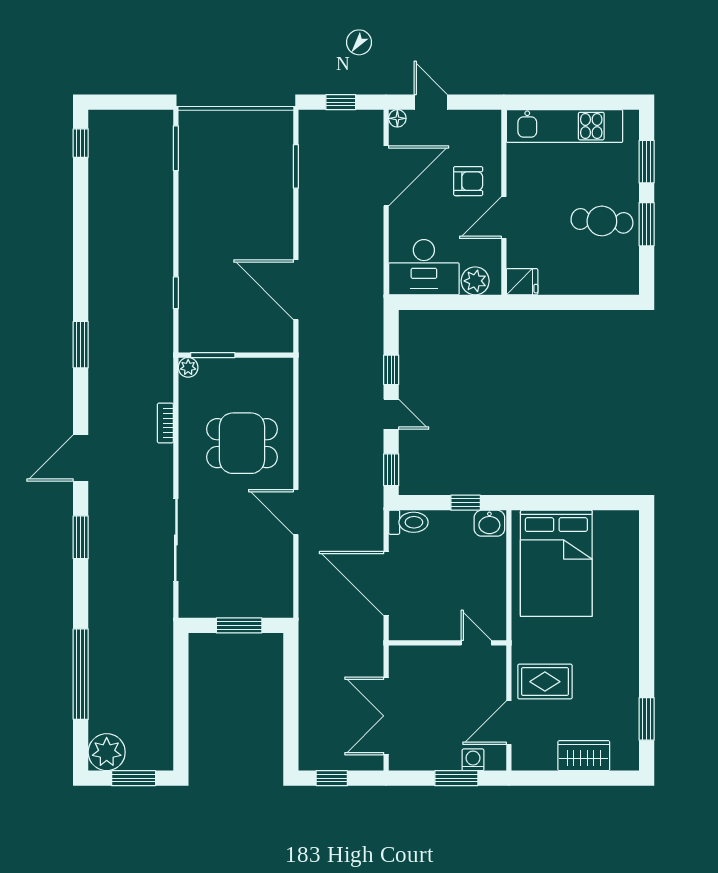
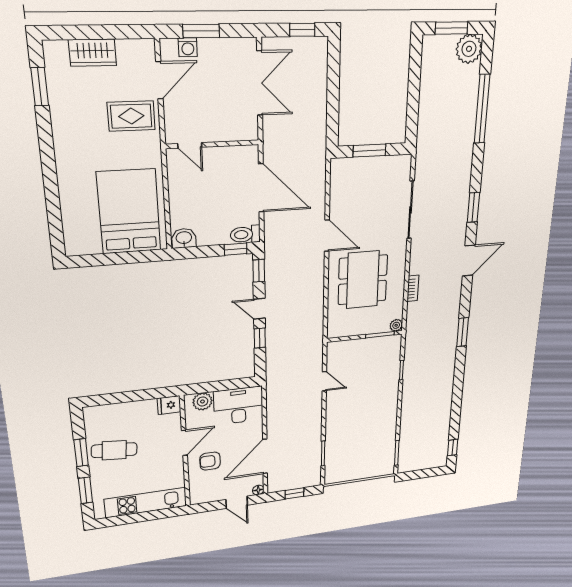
door: (296, 290) -> (324, 381), width x0.53
dining table: (242, 443) -> (363, 280), width x1.38
window: (466, 503) -> (236, 249), moved

